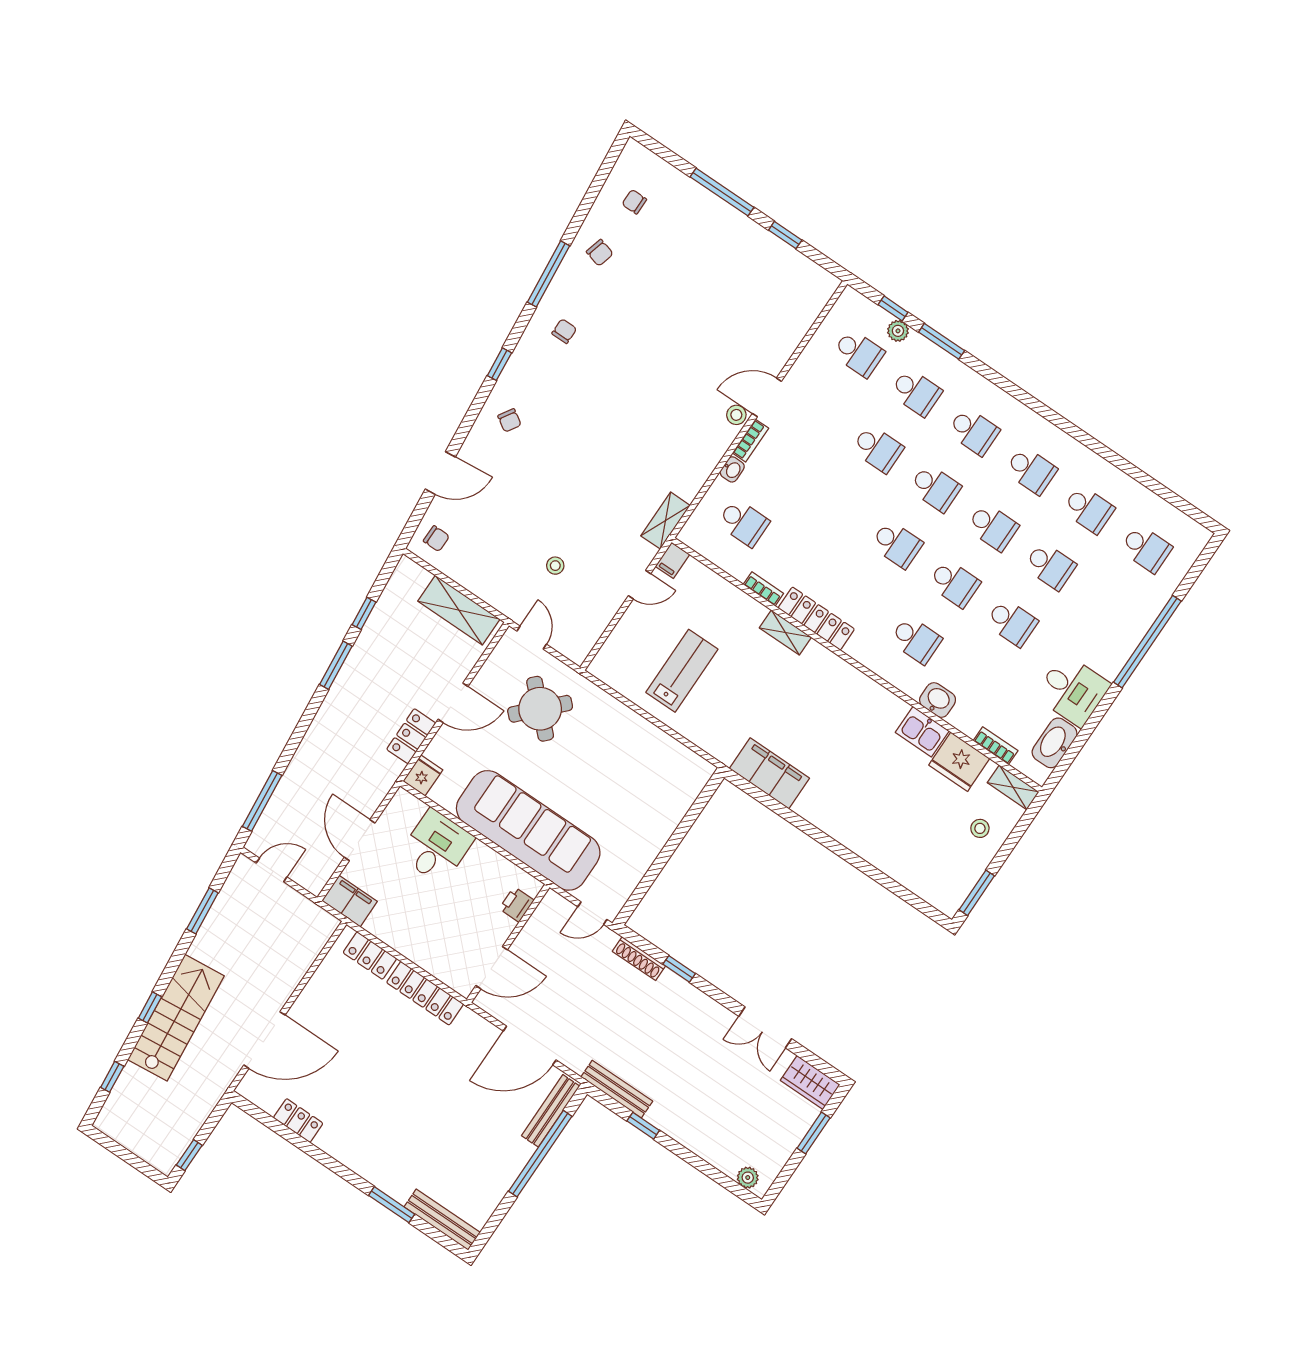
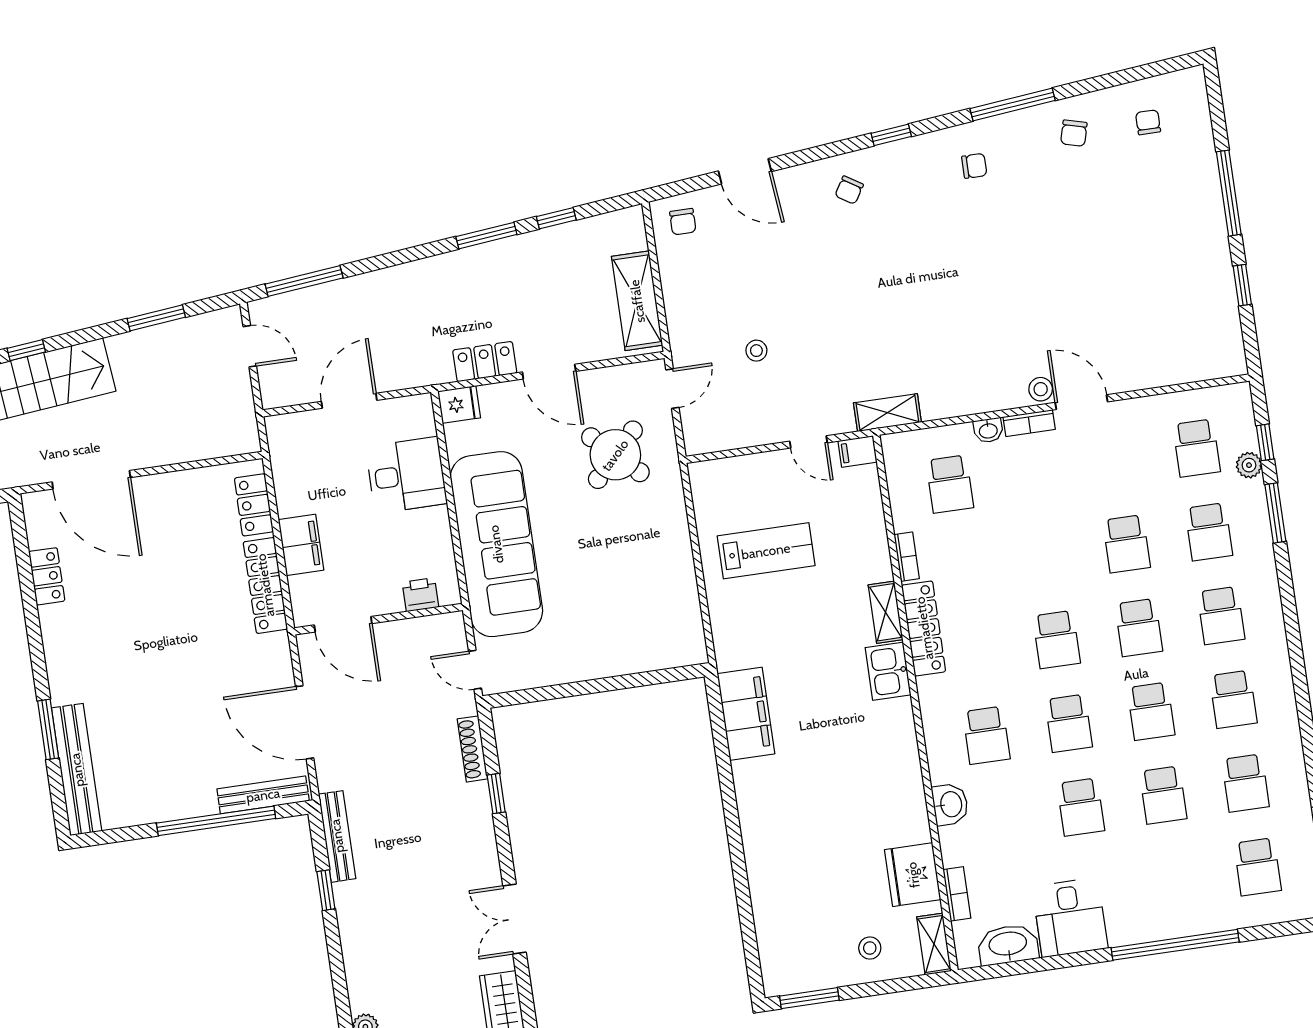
kitchen sink: (922, 732) -> (888, 671), moved
filing cabinet: (350, 901) -> (301, 545), moved
bench: (442, 1220) -> (77, 770), width x1.37, depth x1.21

